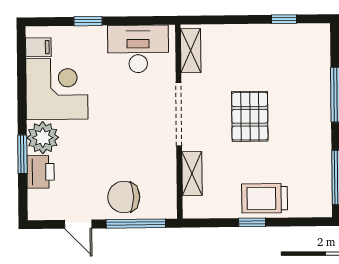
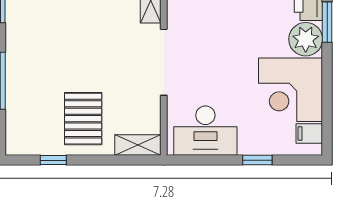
shelving: (191, 51) -> (138, 145), moved, turned 90
pallet: (250, 116) -> (83, 119), moved

